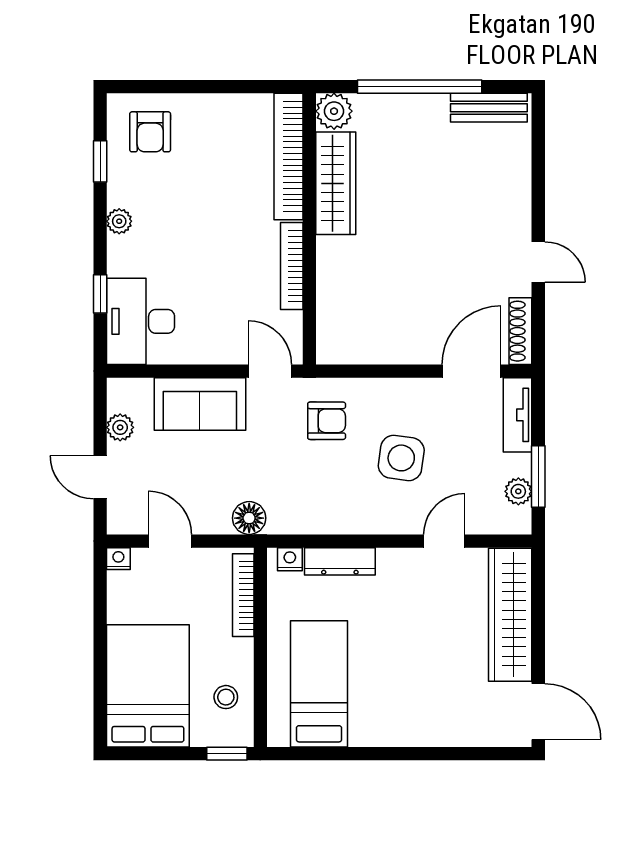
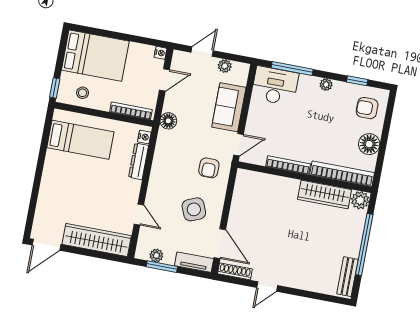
floor lamp: (220, 114) -> (369, 144), added
window: (100, 294) -> (292, 68), width x2.17
side table: (401, 458) -> (194, 209), moved, turned -31

